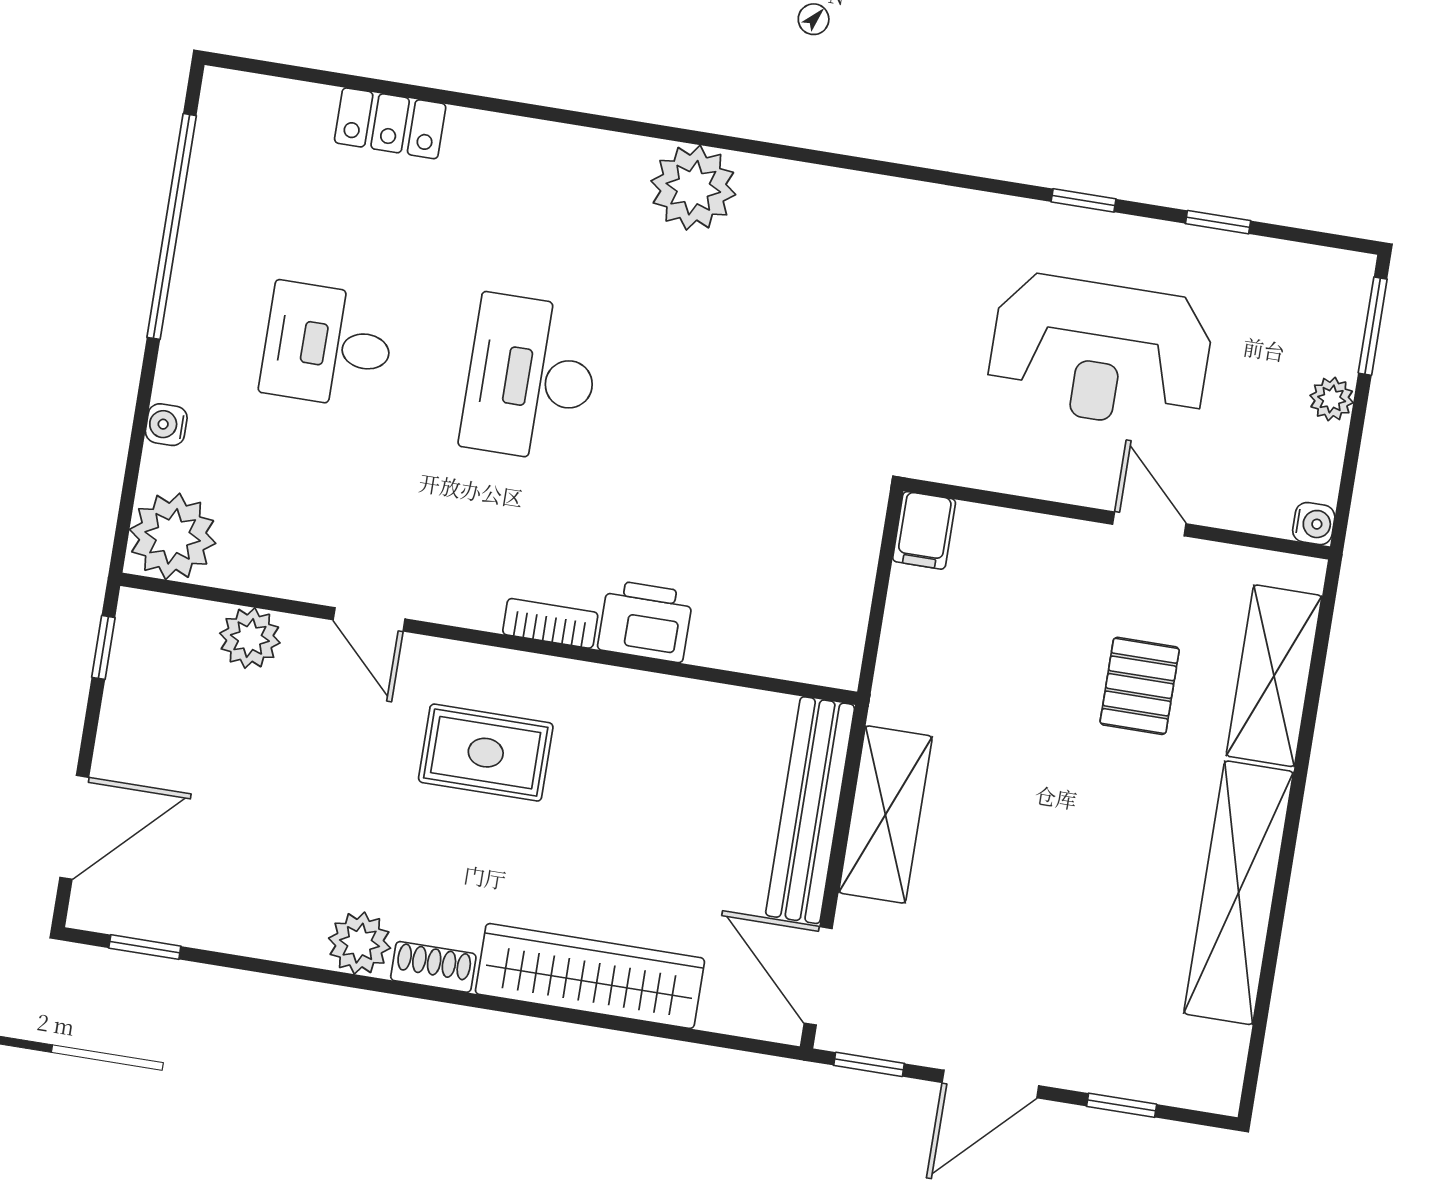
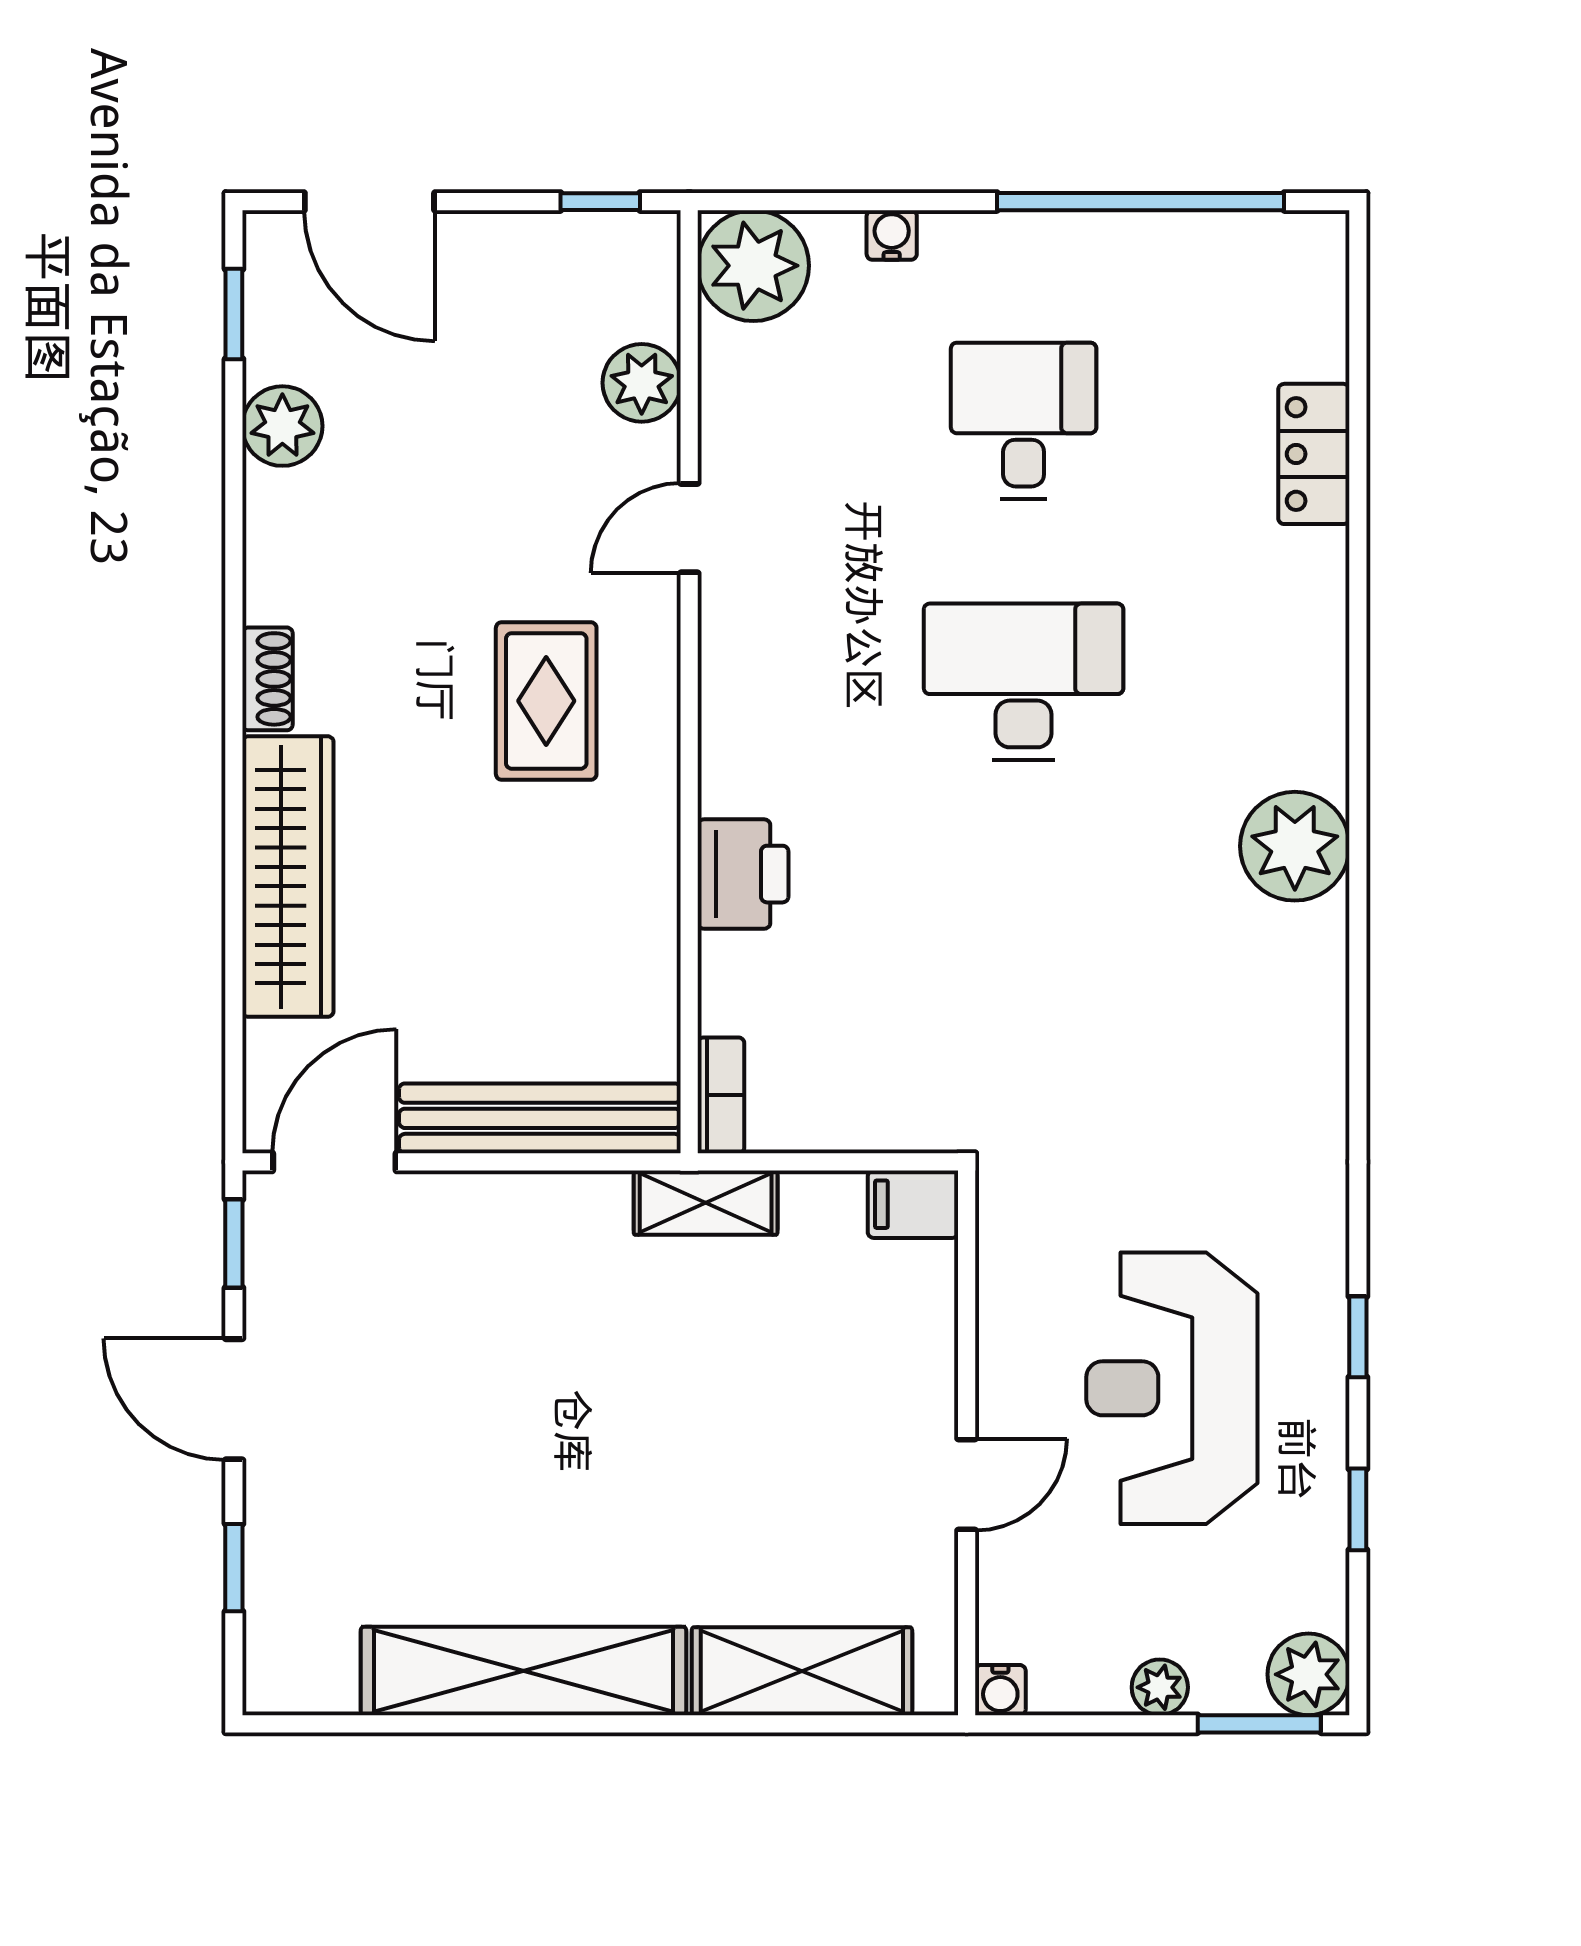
plant: (1340, 282) -> (1308, 1674), added
bookcase: (550, 623) -> (721, 1095), moved
pallet: (1140, 686) -> (762, 1505), removed
shelving: (885, 815) -> (706, 1203), moved, width x0.67, depth x0.75
plant: (360, 943) -> (282, 426), moved

